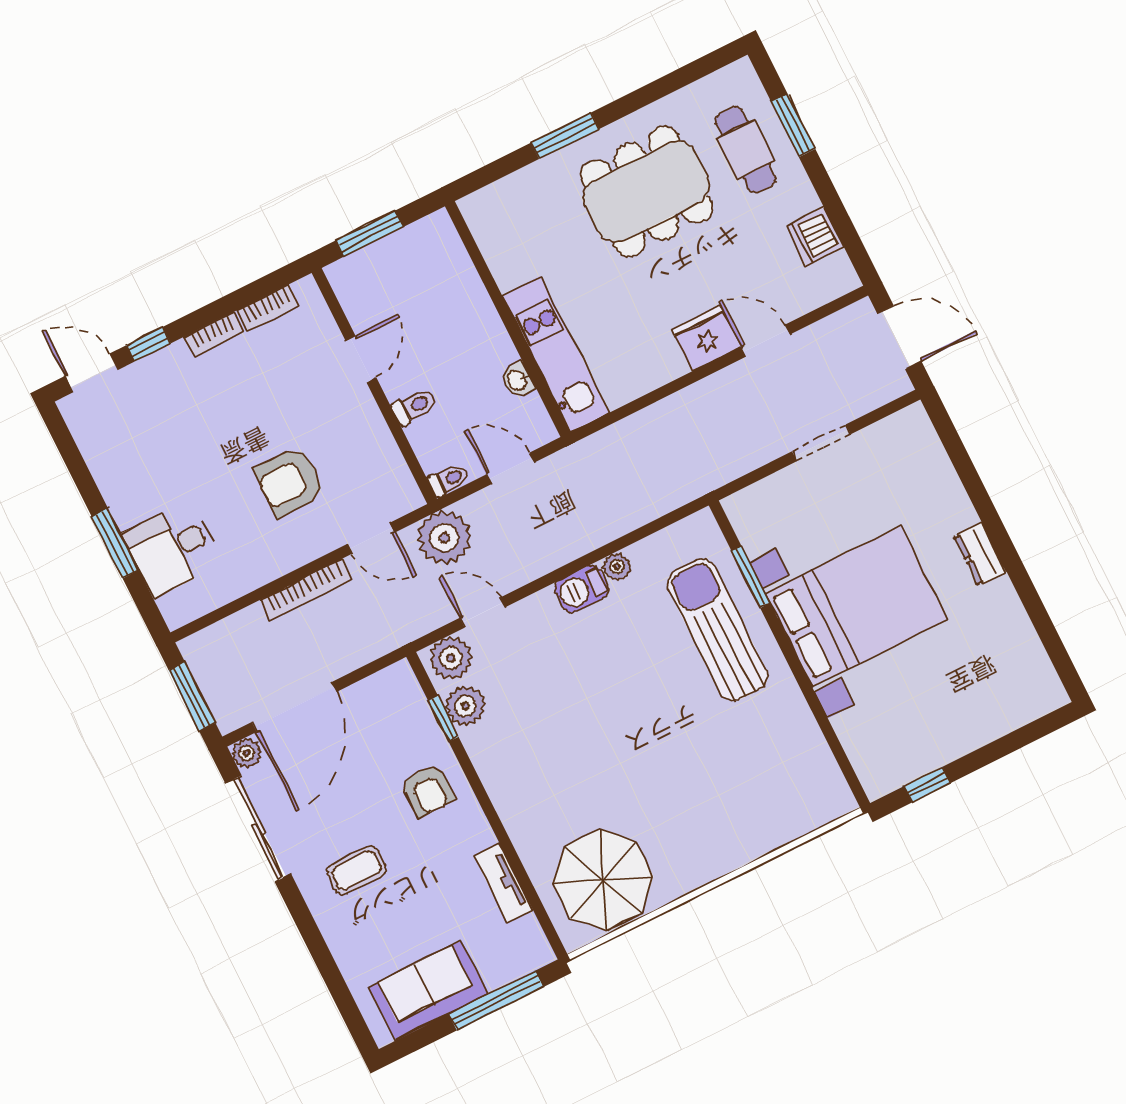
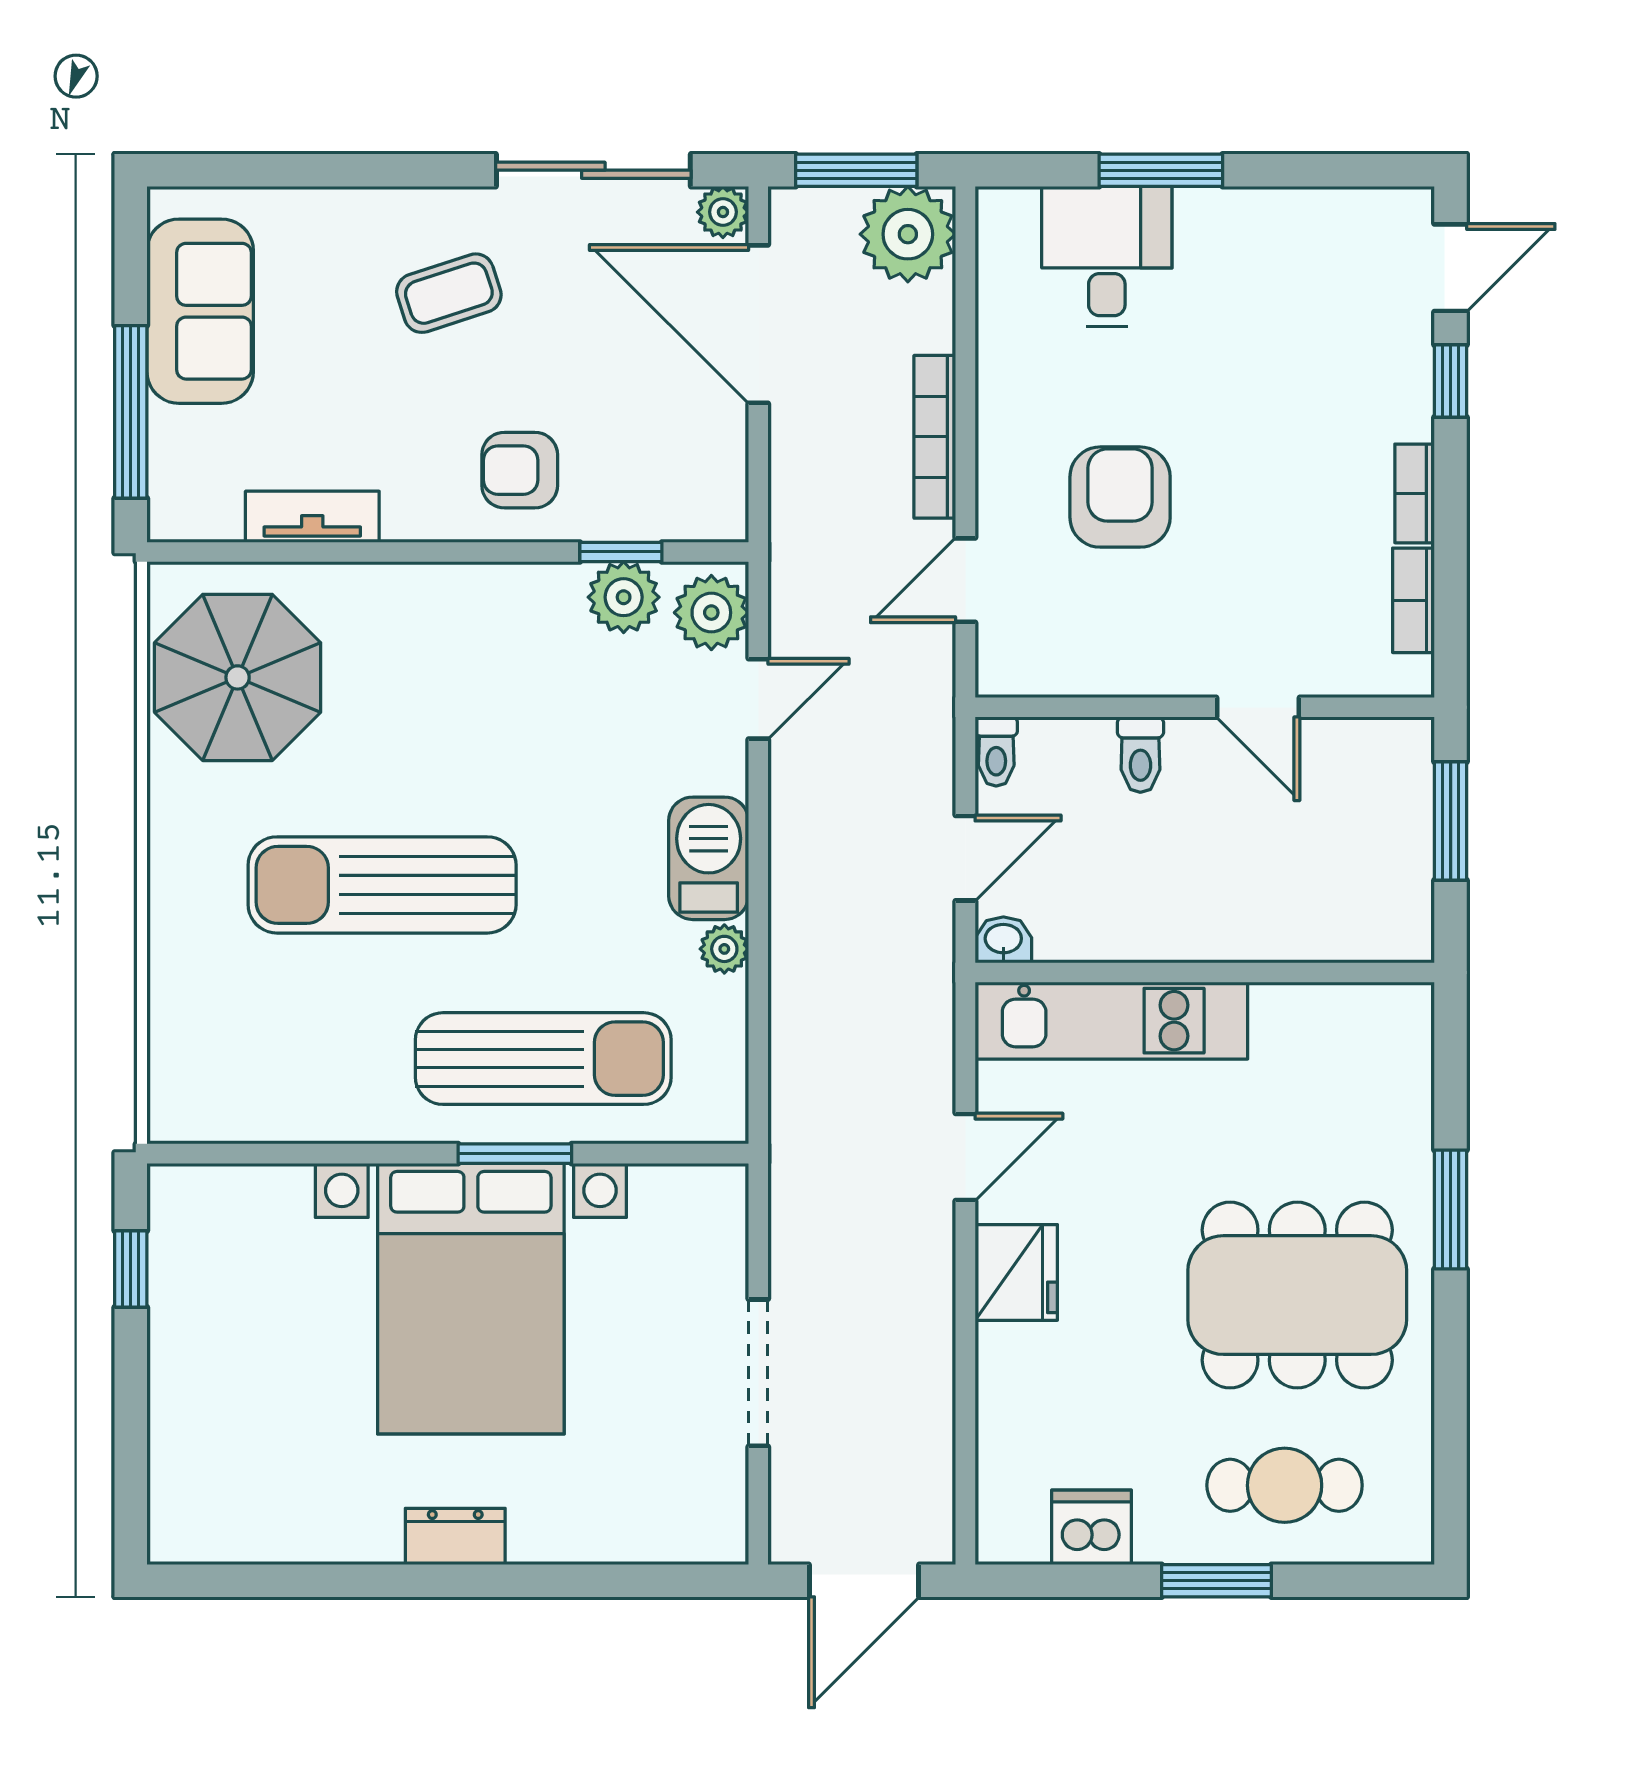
window: (793, 125) -> (1216, 1581), moved
dining table: (647, 191) -> (1297, 1295), turned 90
door: (766, 341) -> (965, 1157), moved
washbasin: (518, 380) -> (1003, 940), moved
doorway: (821, 443) -> (758, 1373), width x1.38
plant: (444, 538) -> (908, 234), moved
window: (751, 577) -> (515, 1154), moved
barbecue: (582, 589) -> (709, 858), width x1.38, depth x1.27
sun lounger: (671, 755) -> (382, 885), added
coffee table: (356, 870) -> (449, 293), turned 72

